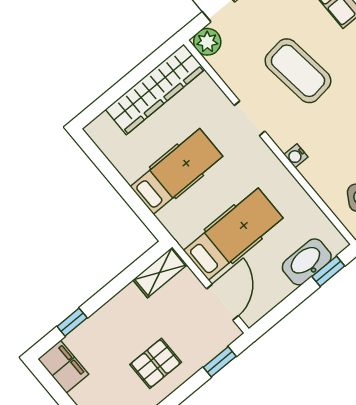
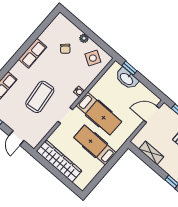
plant: (207, 42) -> (33, 141), removed
hospital bed: (233, 234) -> (99, 114), moved, turned 180
shelving: (160, 272) -> (151, 153), moved

